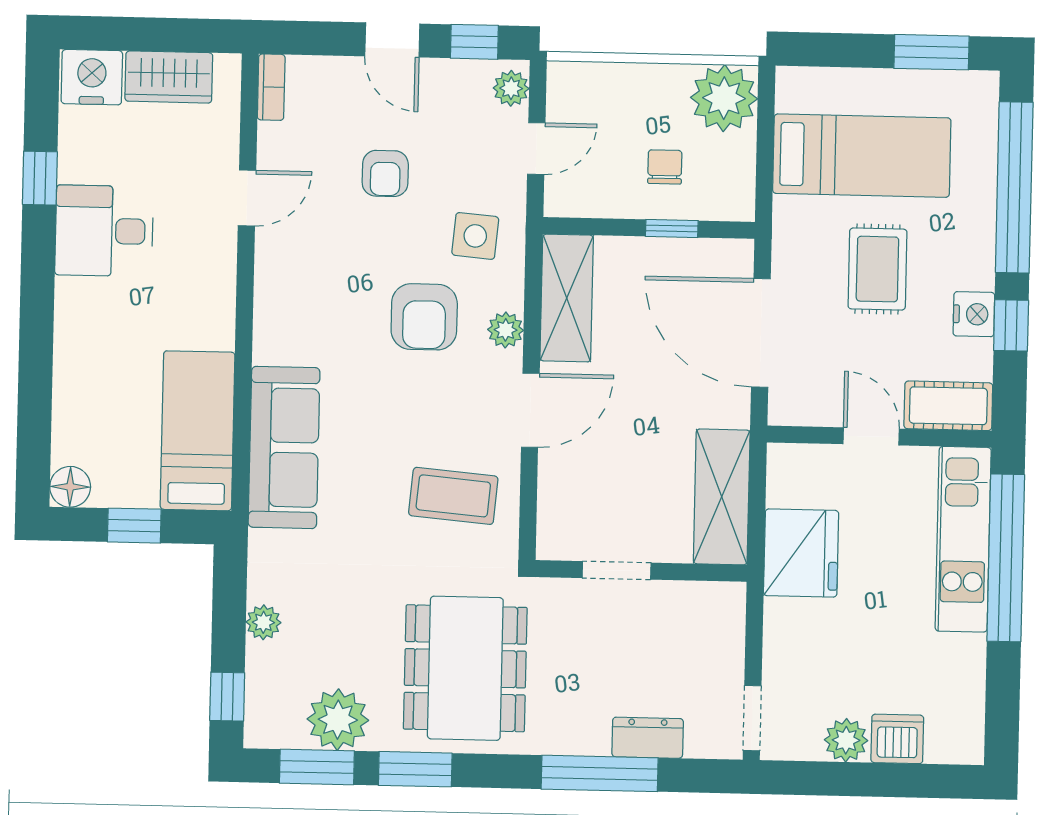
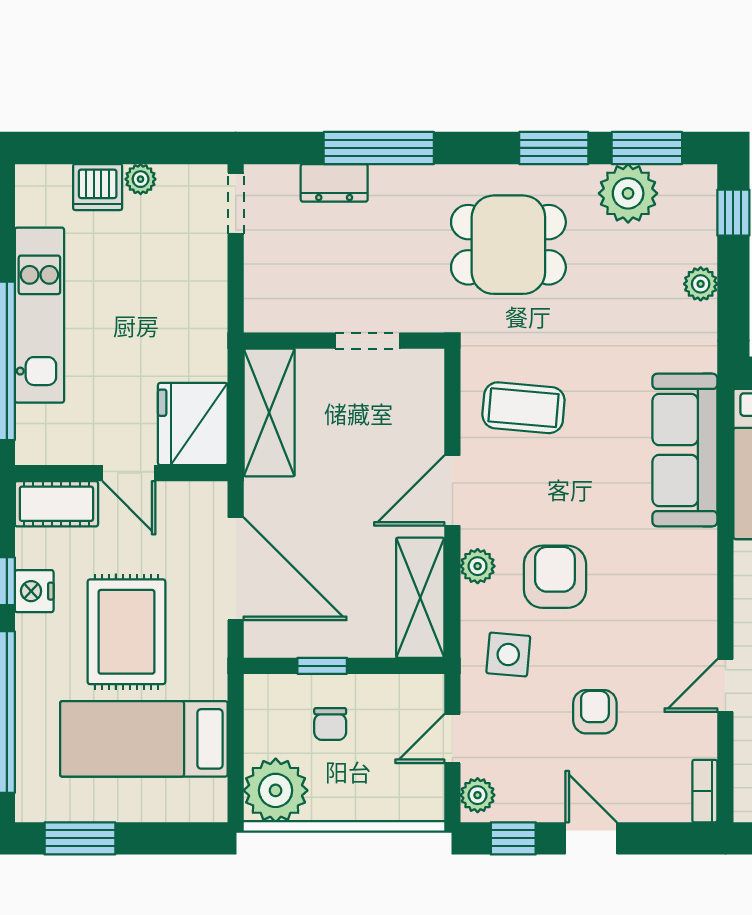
rug: (877, 269) -> (126, 632), width x1.36, depth x1.43
kitchen unit: (963, 539) -> (39, 315), moved
fridge: (801, 553) -> (193, 424), moved
dining table: (465, 668) -> (508, 245), width x0.73
plant: (846, 740) -> (141, 179), width x0.73, depth x0.73

